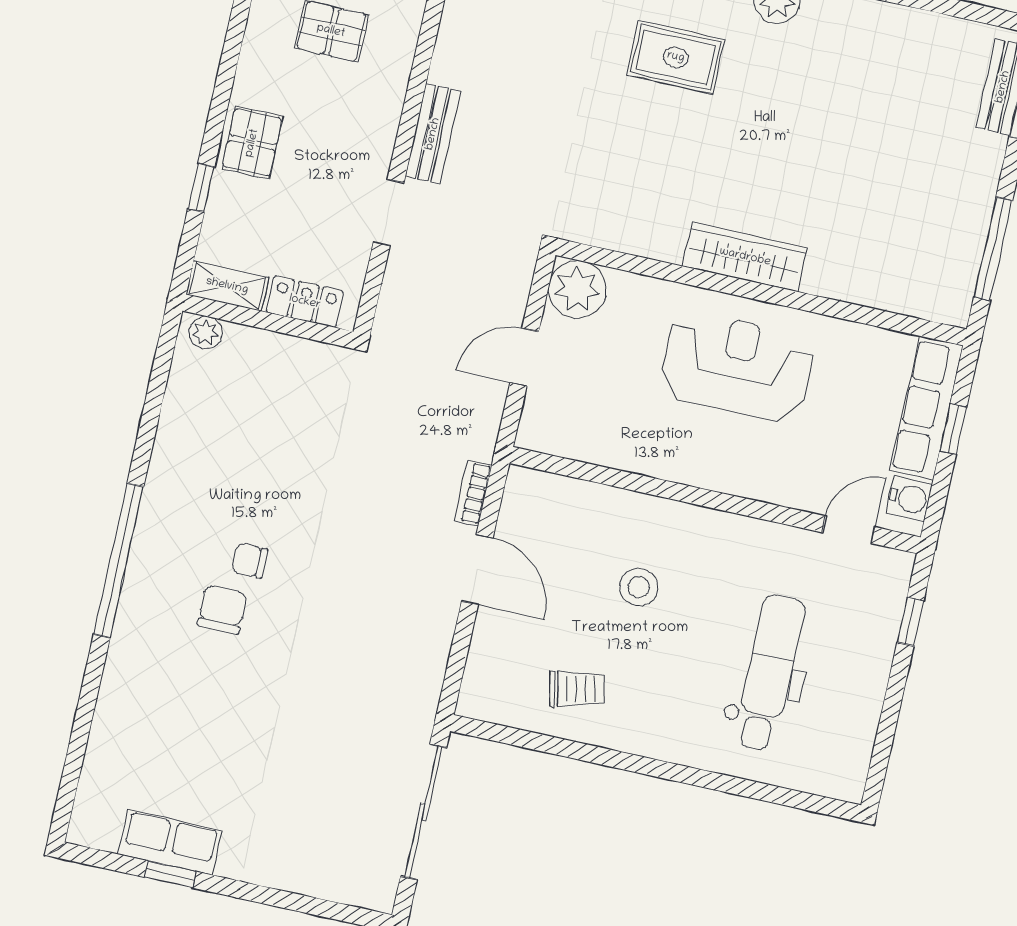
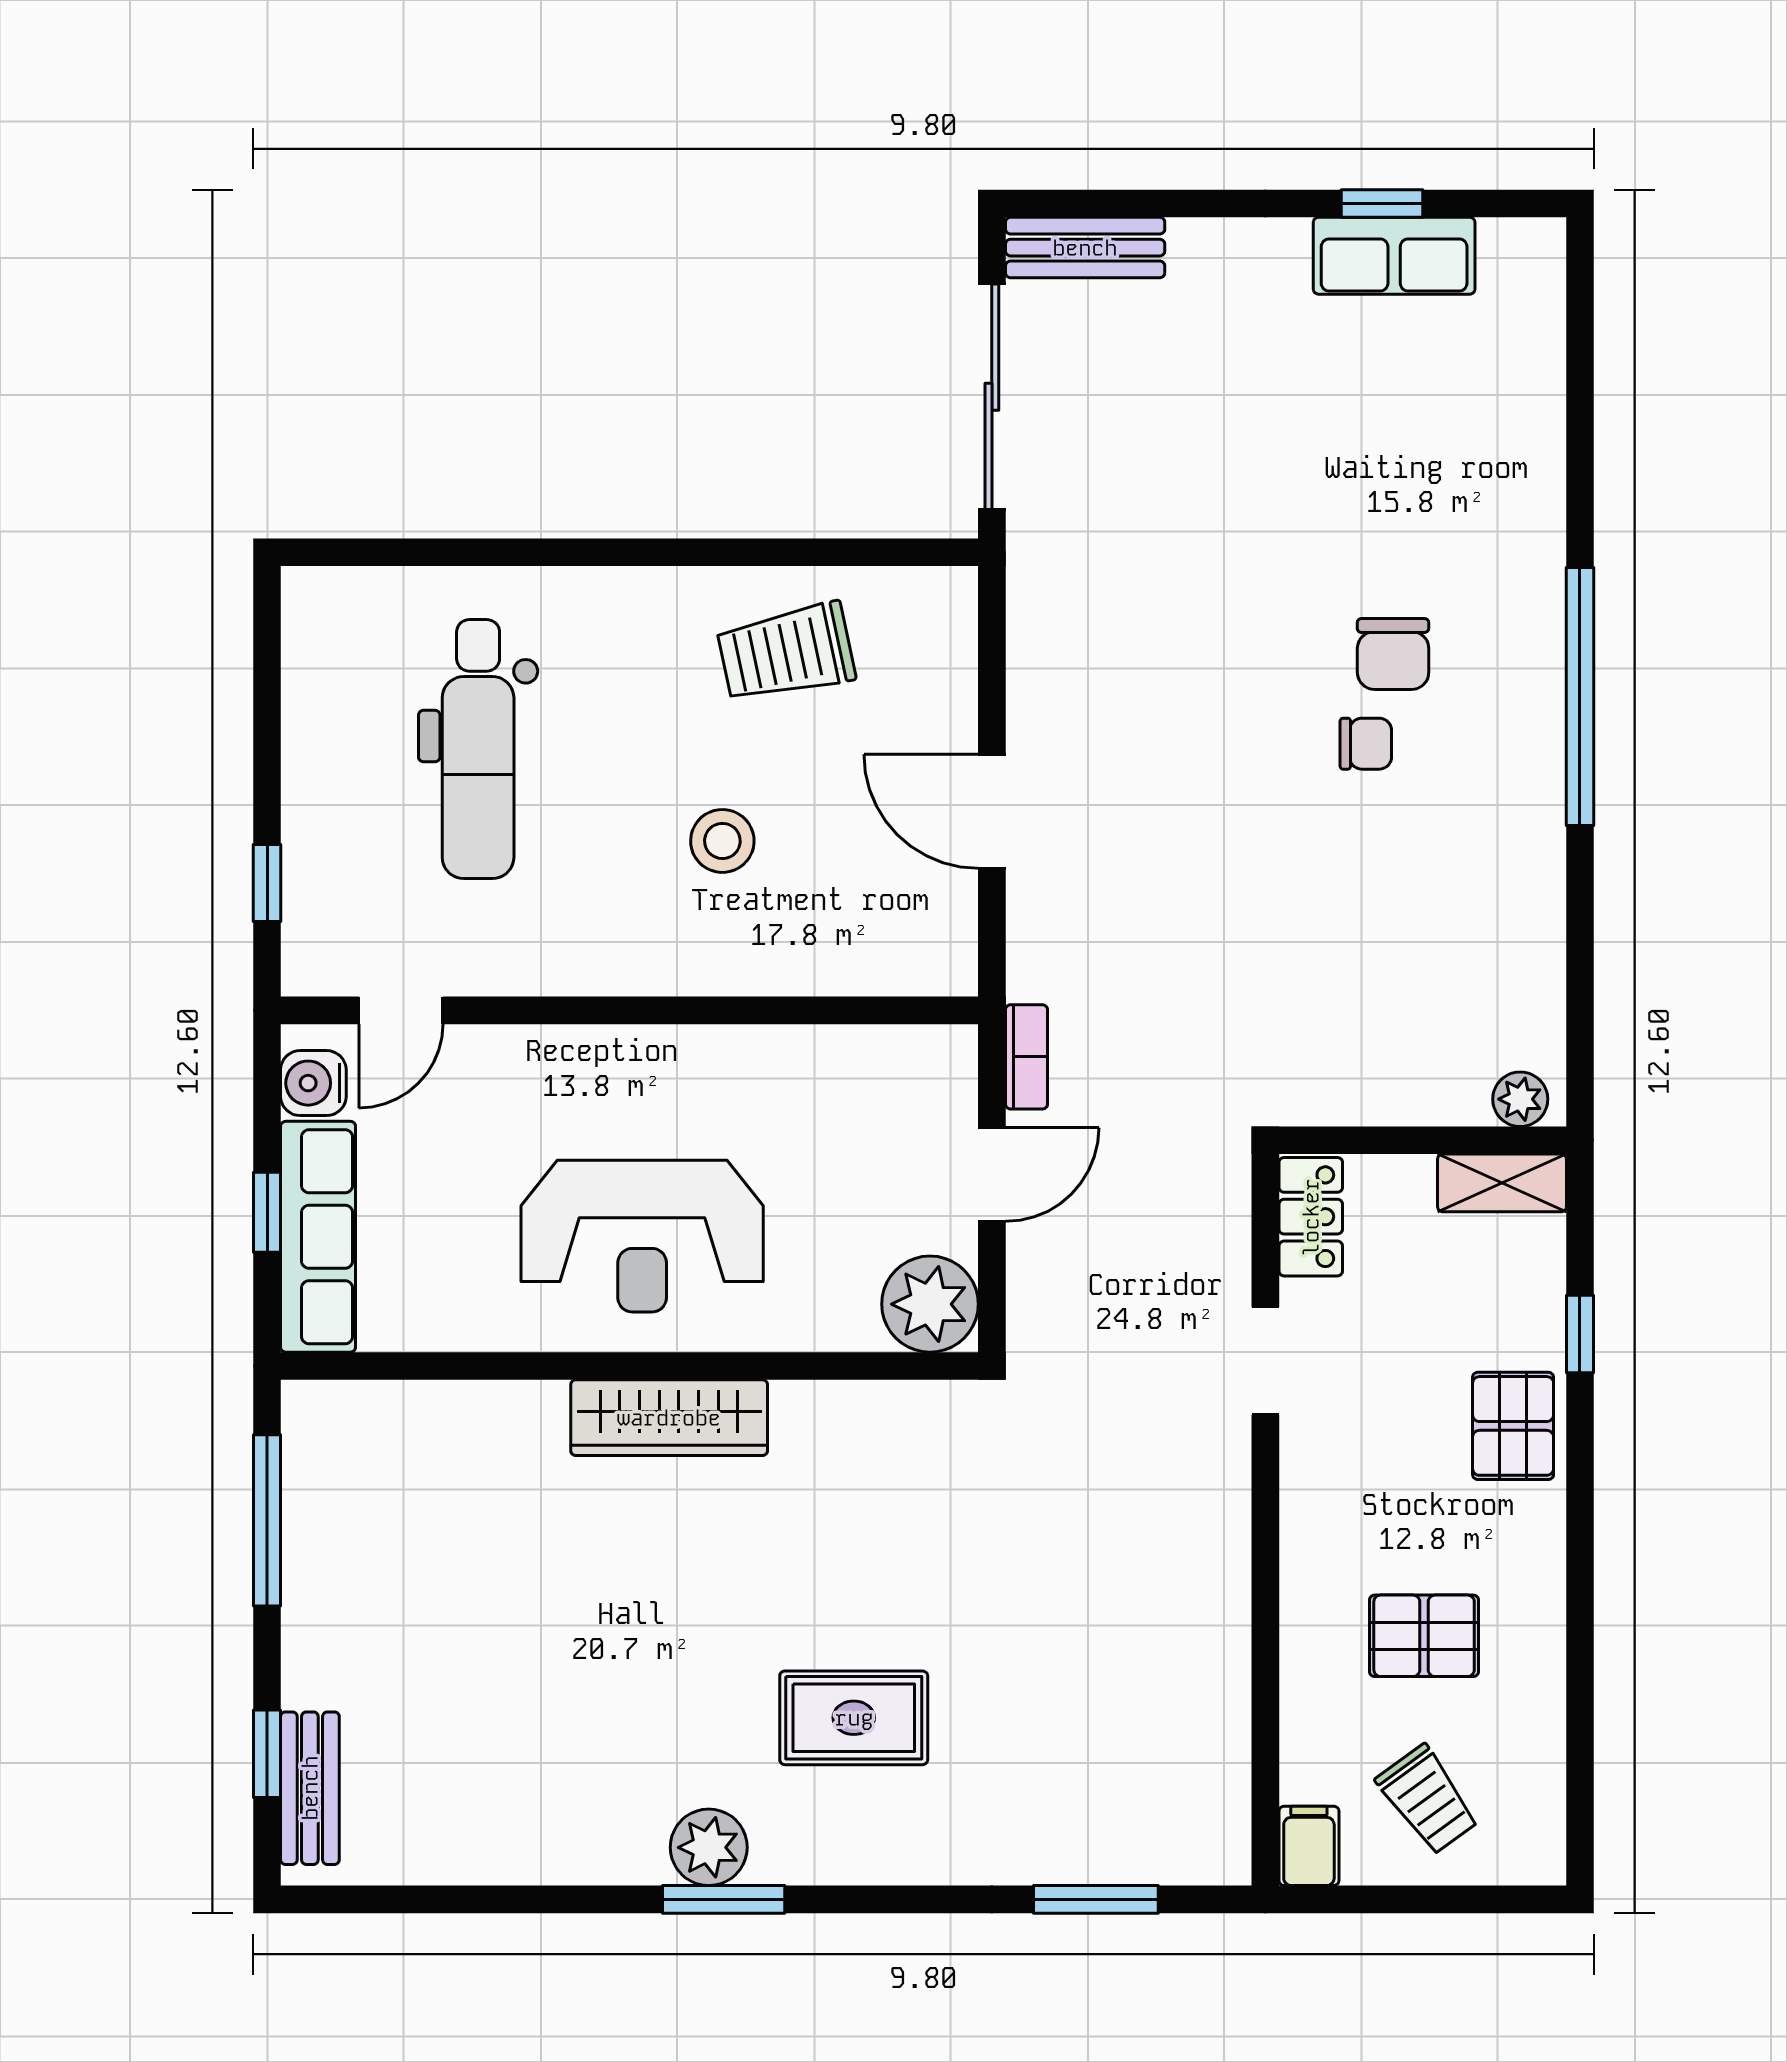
bench: (433, 134) -> (1085, 248), moved, turned 90
locker: (305, 302) -> (1311, 1217), moved, turned -90
bookcase: (473, 493) -> (1026, 1057), moved
trolley: (577, 689) -> (786, 653), width x1.36, depth x1.39

